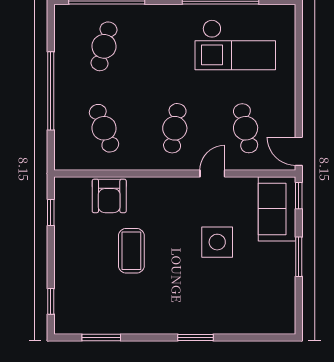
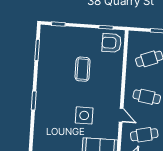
armchair: (109, 196) -> (112, 43), moved
coffee table: (131, 251) -> (83, 69), turned 90

